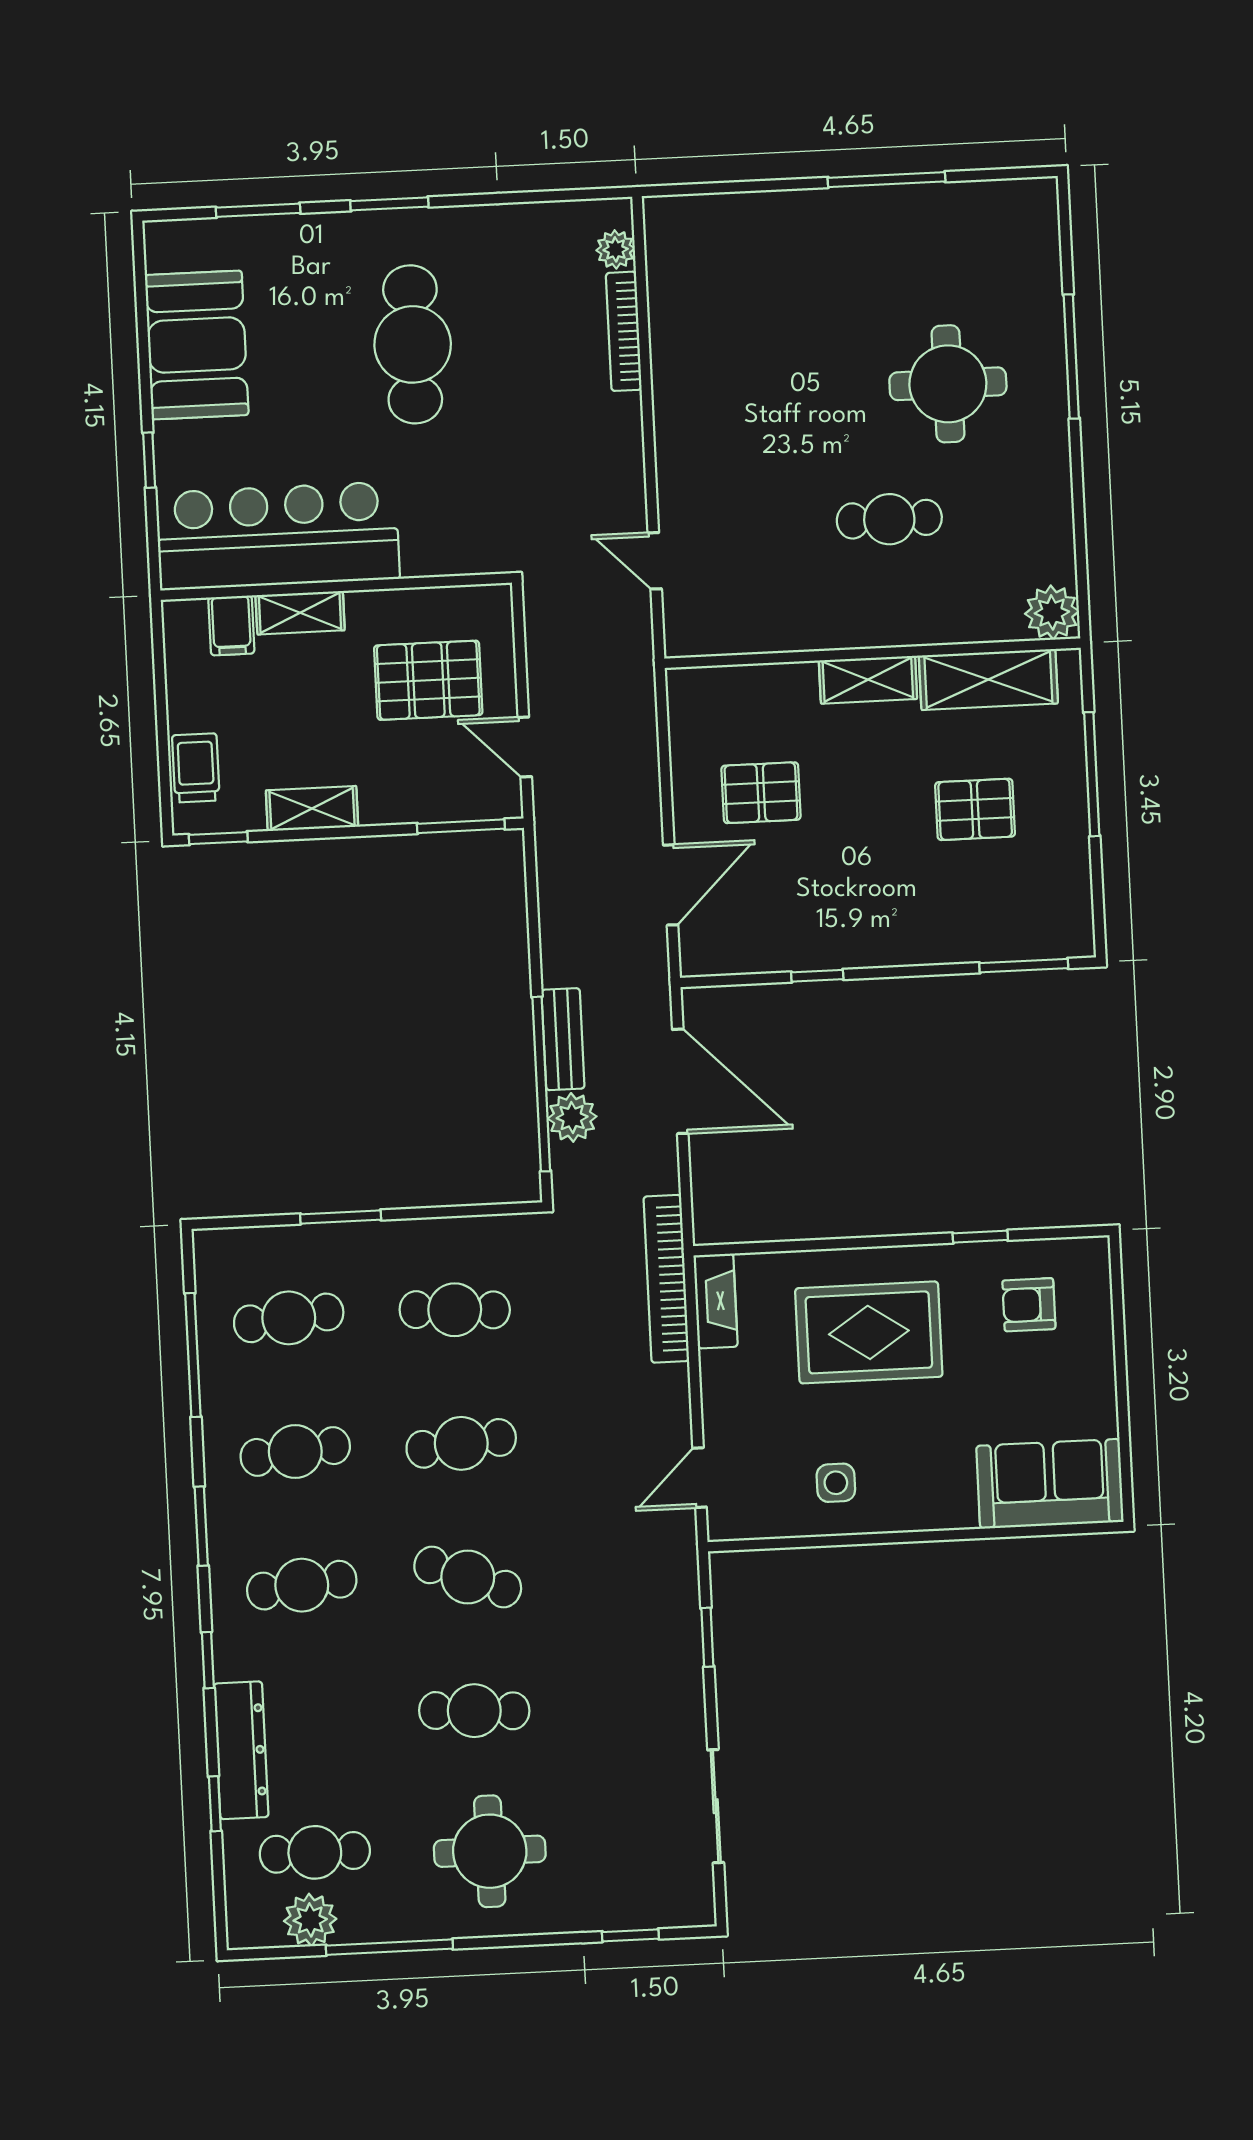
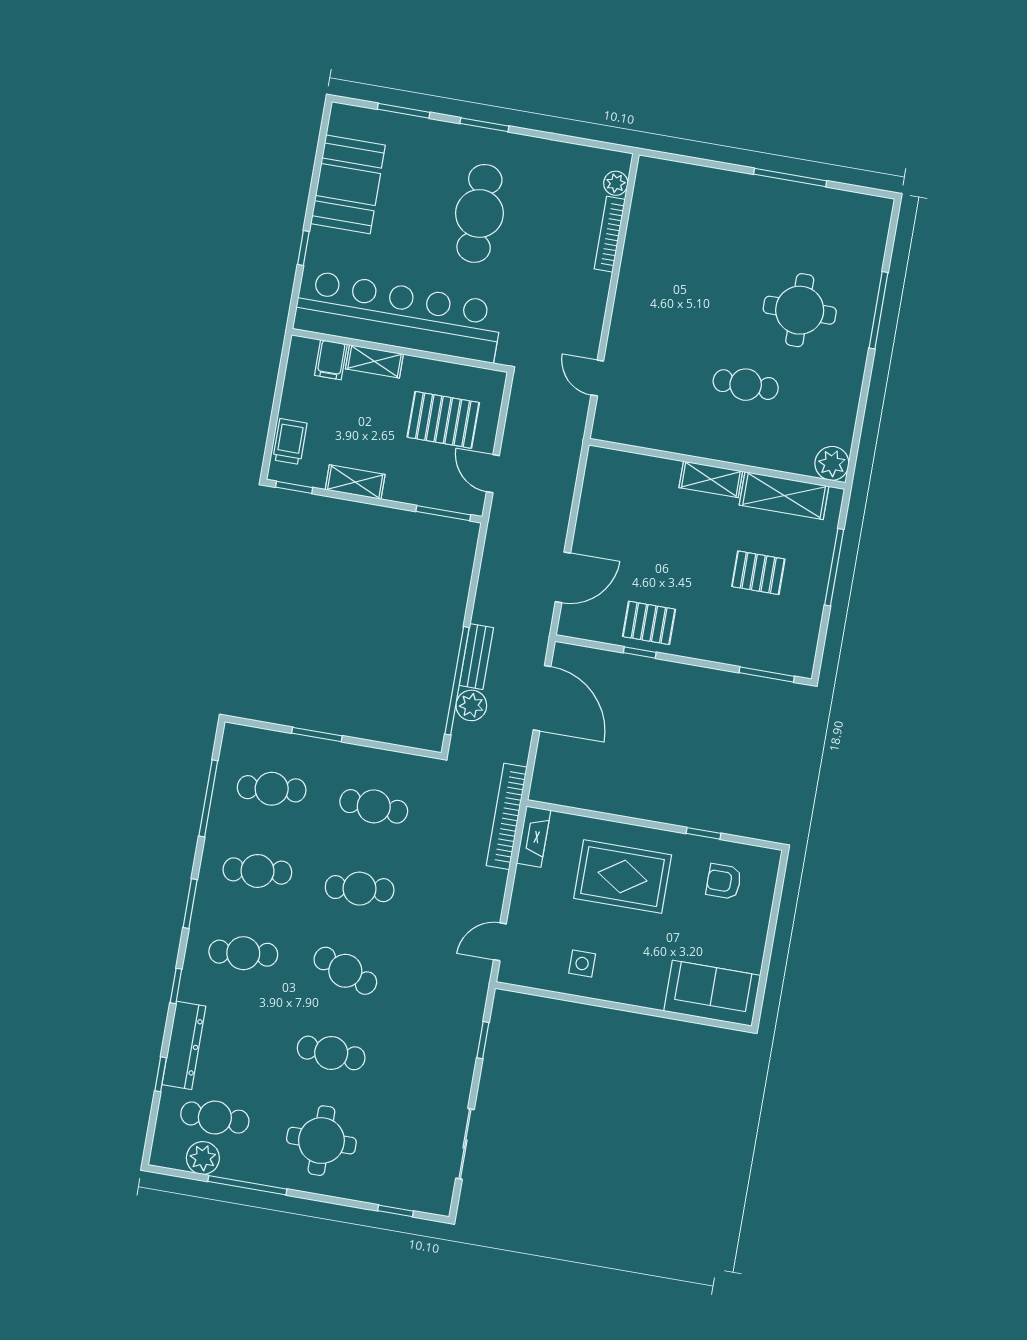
bar counter: (278, 536) -> (398, 316), width x1.36
pallet: (761, 793) -> (649, 623), moved

